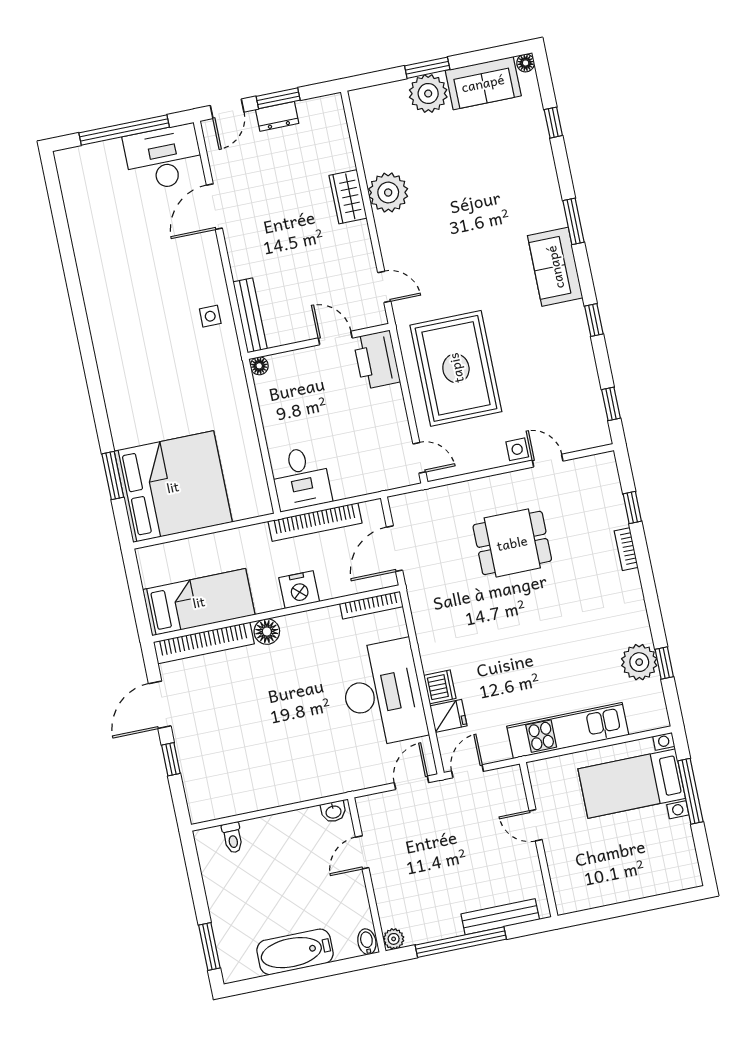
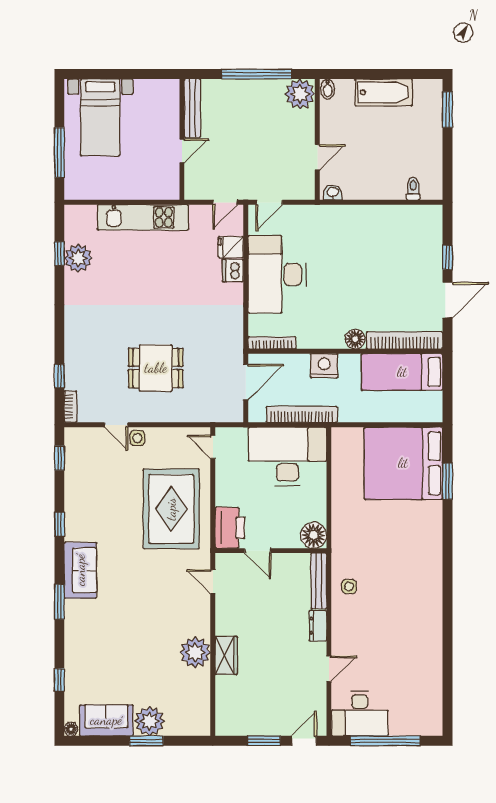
dresser: (277, 116) -> (318, 626), moved, turned -90
door: (214, 207) -> (329, 669), width x0.73
floor lamp: (259, 366) -> (314, 535), width x1.89, depth x1.89
desk: (301, 478) -> (287, 456), width x1.87, depth x1.30
bookcase: (626, 549) -> (70, 406), moved
bed with nightstands: (632, 784) -> (100, 117), moved, turned 90
door: (536, 825) -> (182, 151), hinge flipped
bench: (500, 917) -> (192, 108), moved, turned 90
plant: (394, 939) -> (300, 94), width x1.87, depth x1.87

